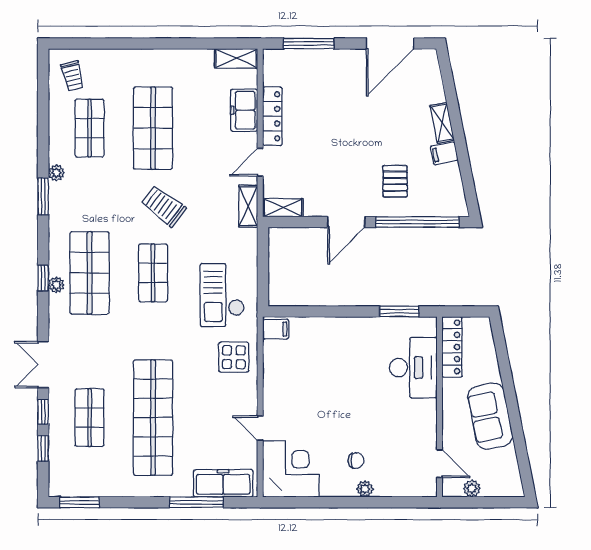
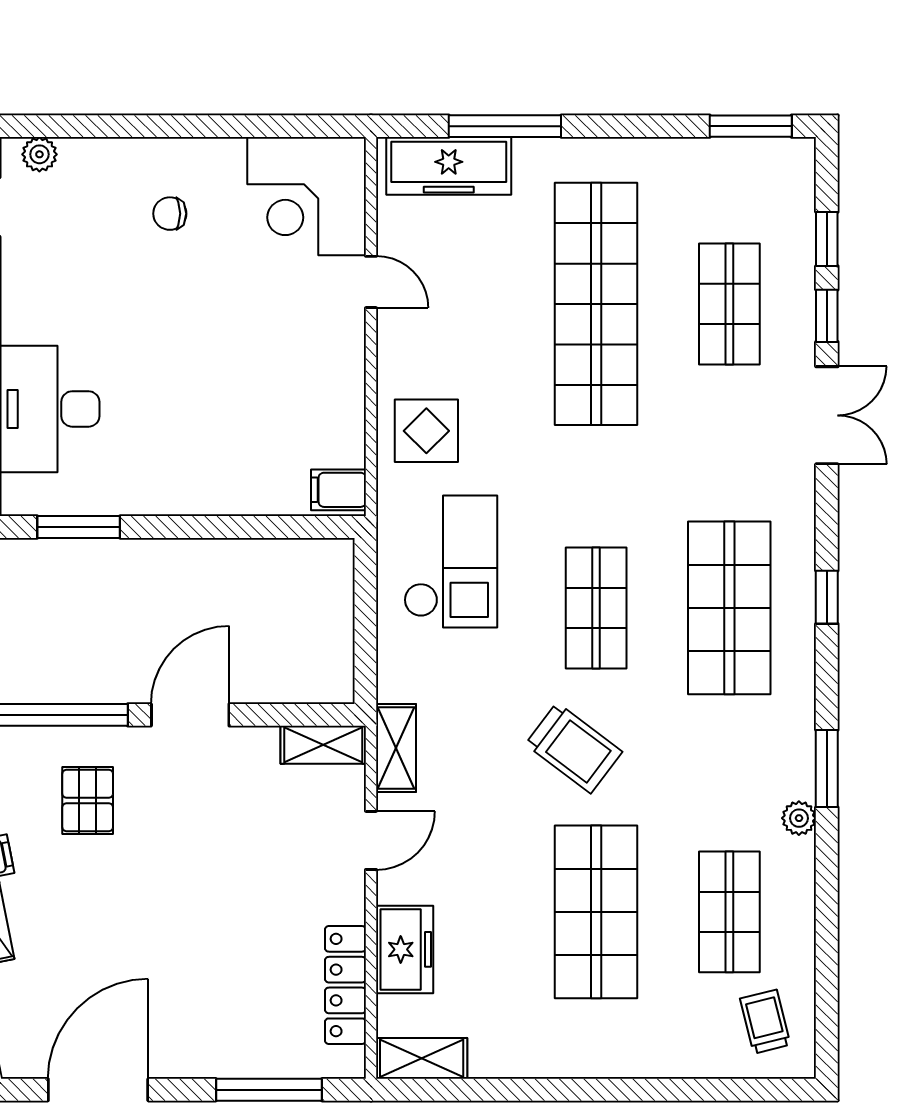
locker: (272, 116) -> (345, 985), moved
plant: (56, 285) -> (799, 583), removed
plant: (365, 489) -> (39, 154), moved

